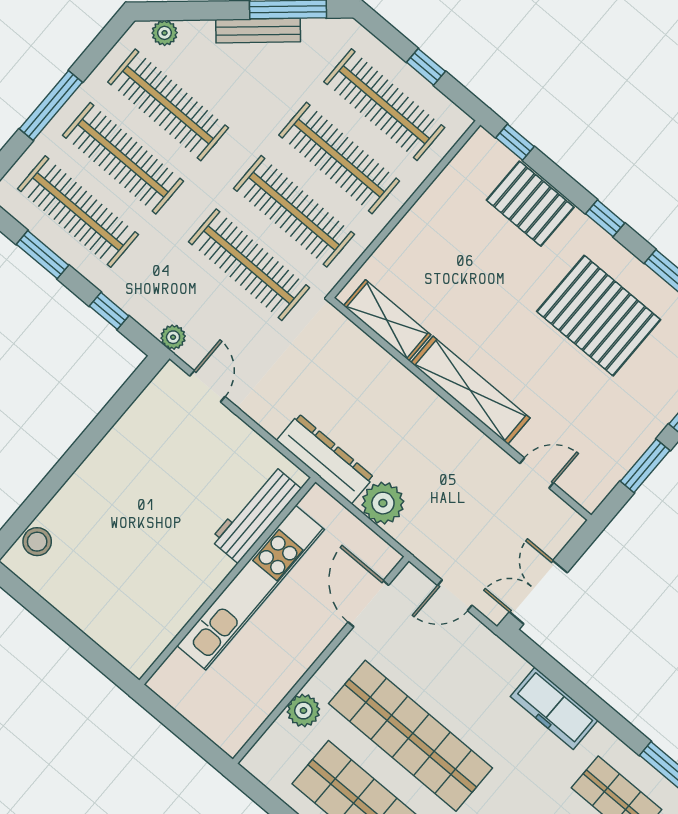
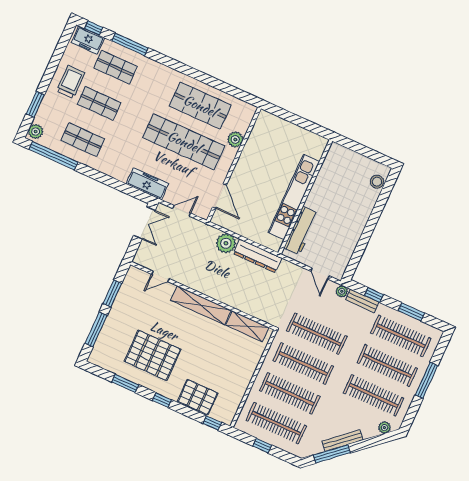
bench: (136, 306) -> (362, 301), added
workbench: (256, 514) -> (301, 231), moved
wall: (227, 581) -> (305, 197), moved
kitchen unit: (251, 588) -> (294, 197), moved
freezer: (554, 708) -> (147, 184), moved

